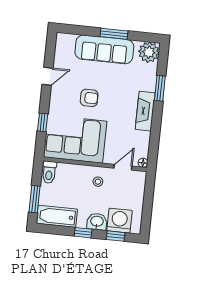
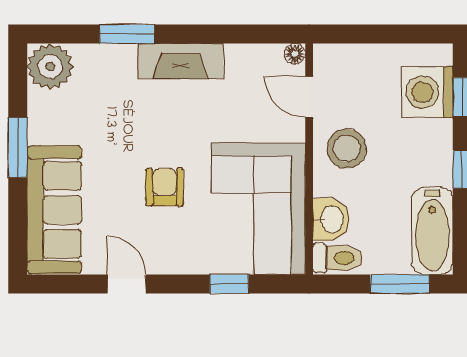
sofa: (104, 49) -> (54, 210), moved
stool: (98, 182) -> (347, 149), width x1.89, depth x1.89
washbasin: (97, 222) -> (331, 219), moved, turned 180

